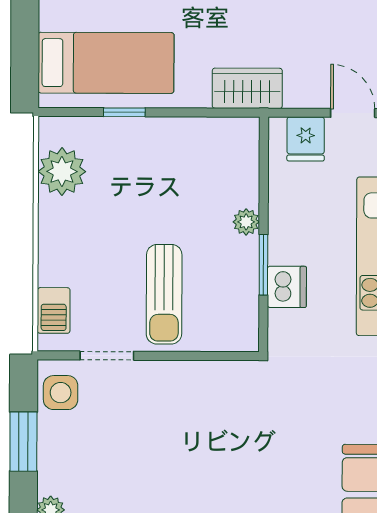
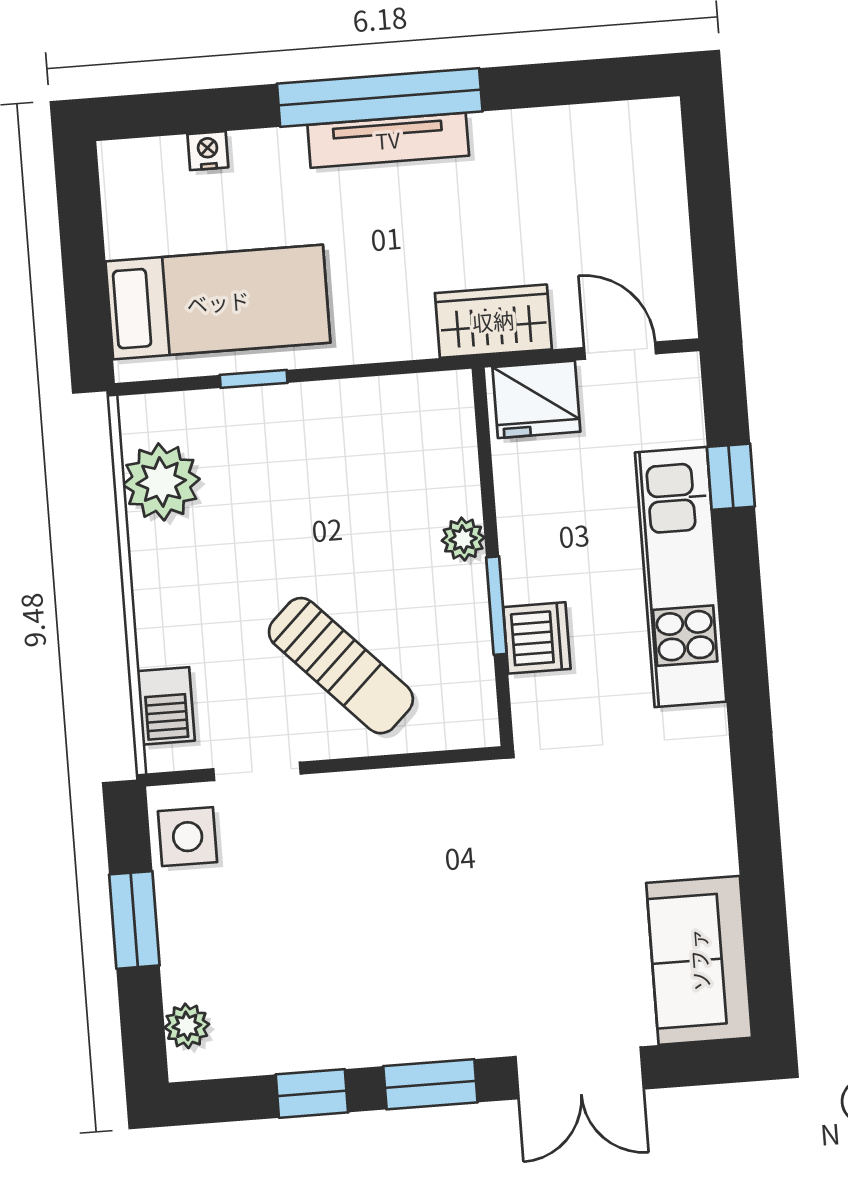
wardrobe: (247, 88) -> (493, 321), moved
fridge: (306, 139) -> (536, 399), width x1.38
sun lounger: (164, 294) -> (341, 666), turned -44

